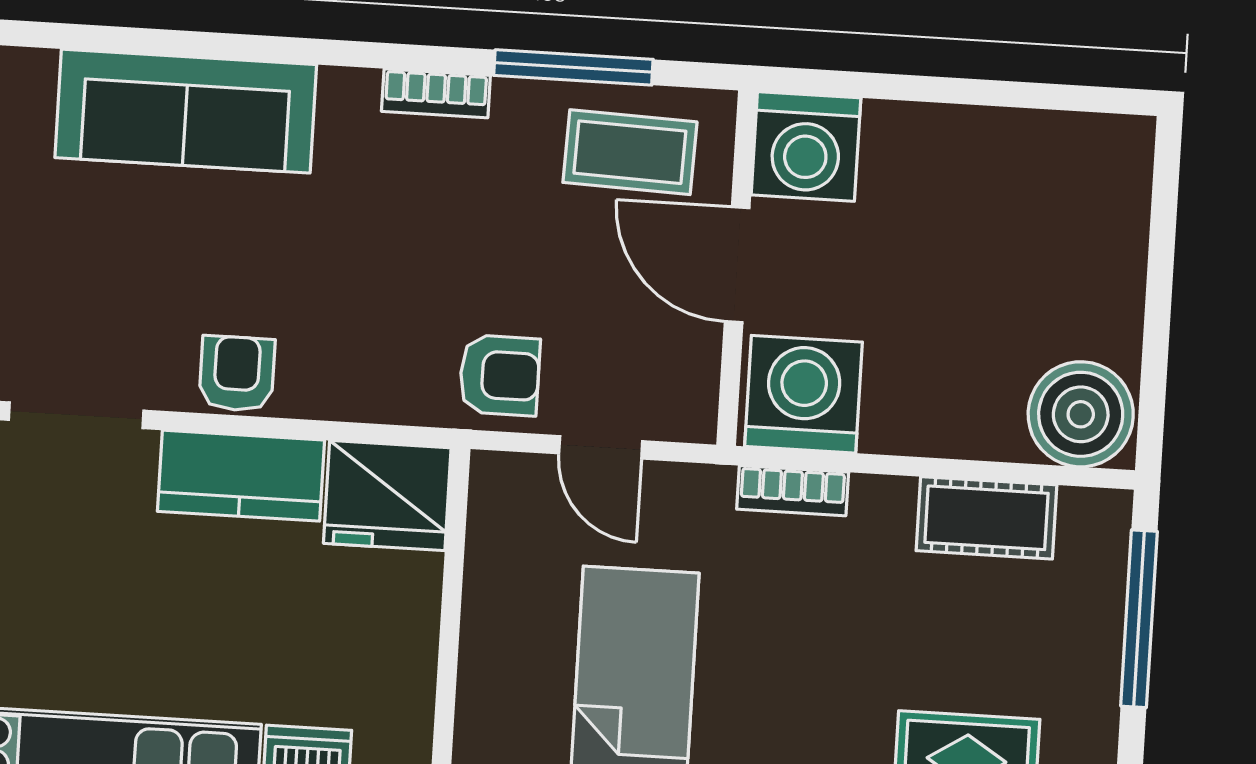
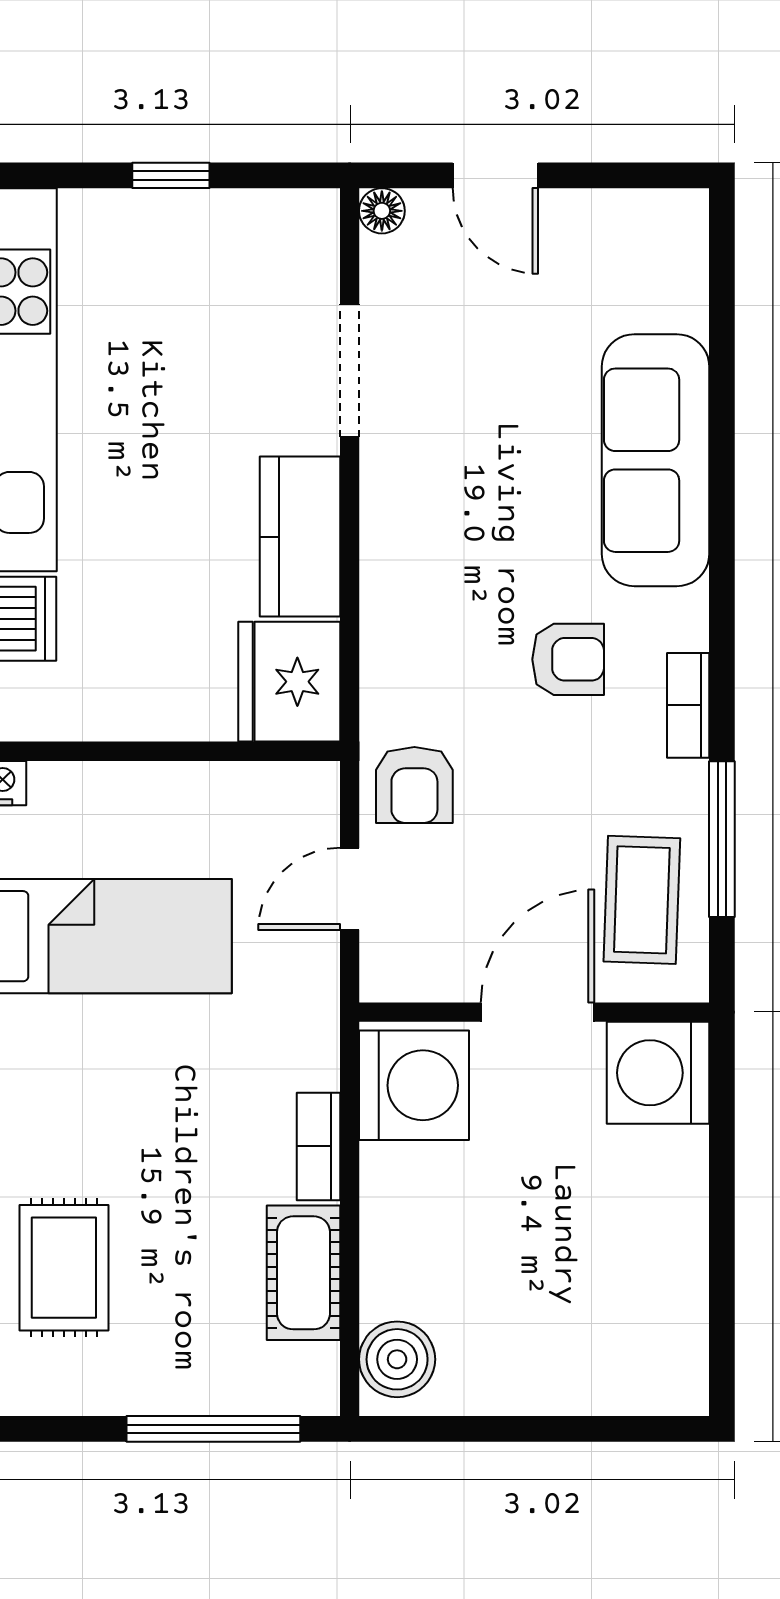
armchair: (237, 374) -> (568, 659), moved
boiler: (1081, 414) -> (397, 1359), width x0.73, depth x0.73
bookcase: (793, 491) -> (318, 1146), moved

